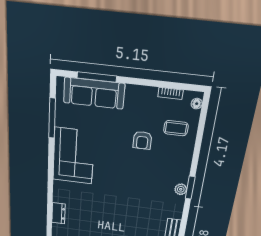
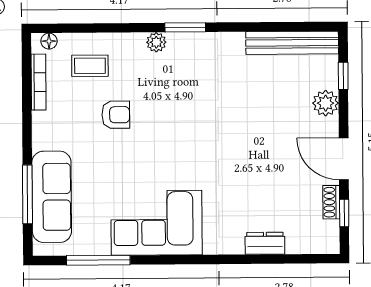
bookcase: (170, 93) -> (39, 82), width x1.56
coffee table: (176, 128) -> (90, 66), turned 90
plant: (181, 189) -> (156, 42), moved

